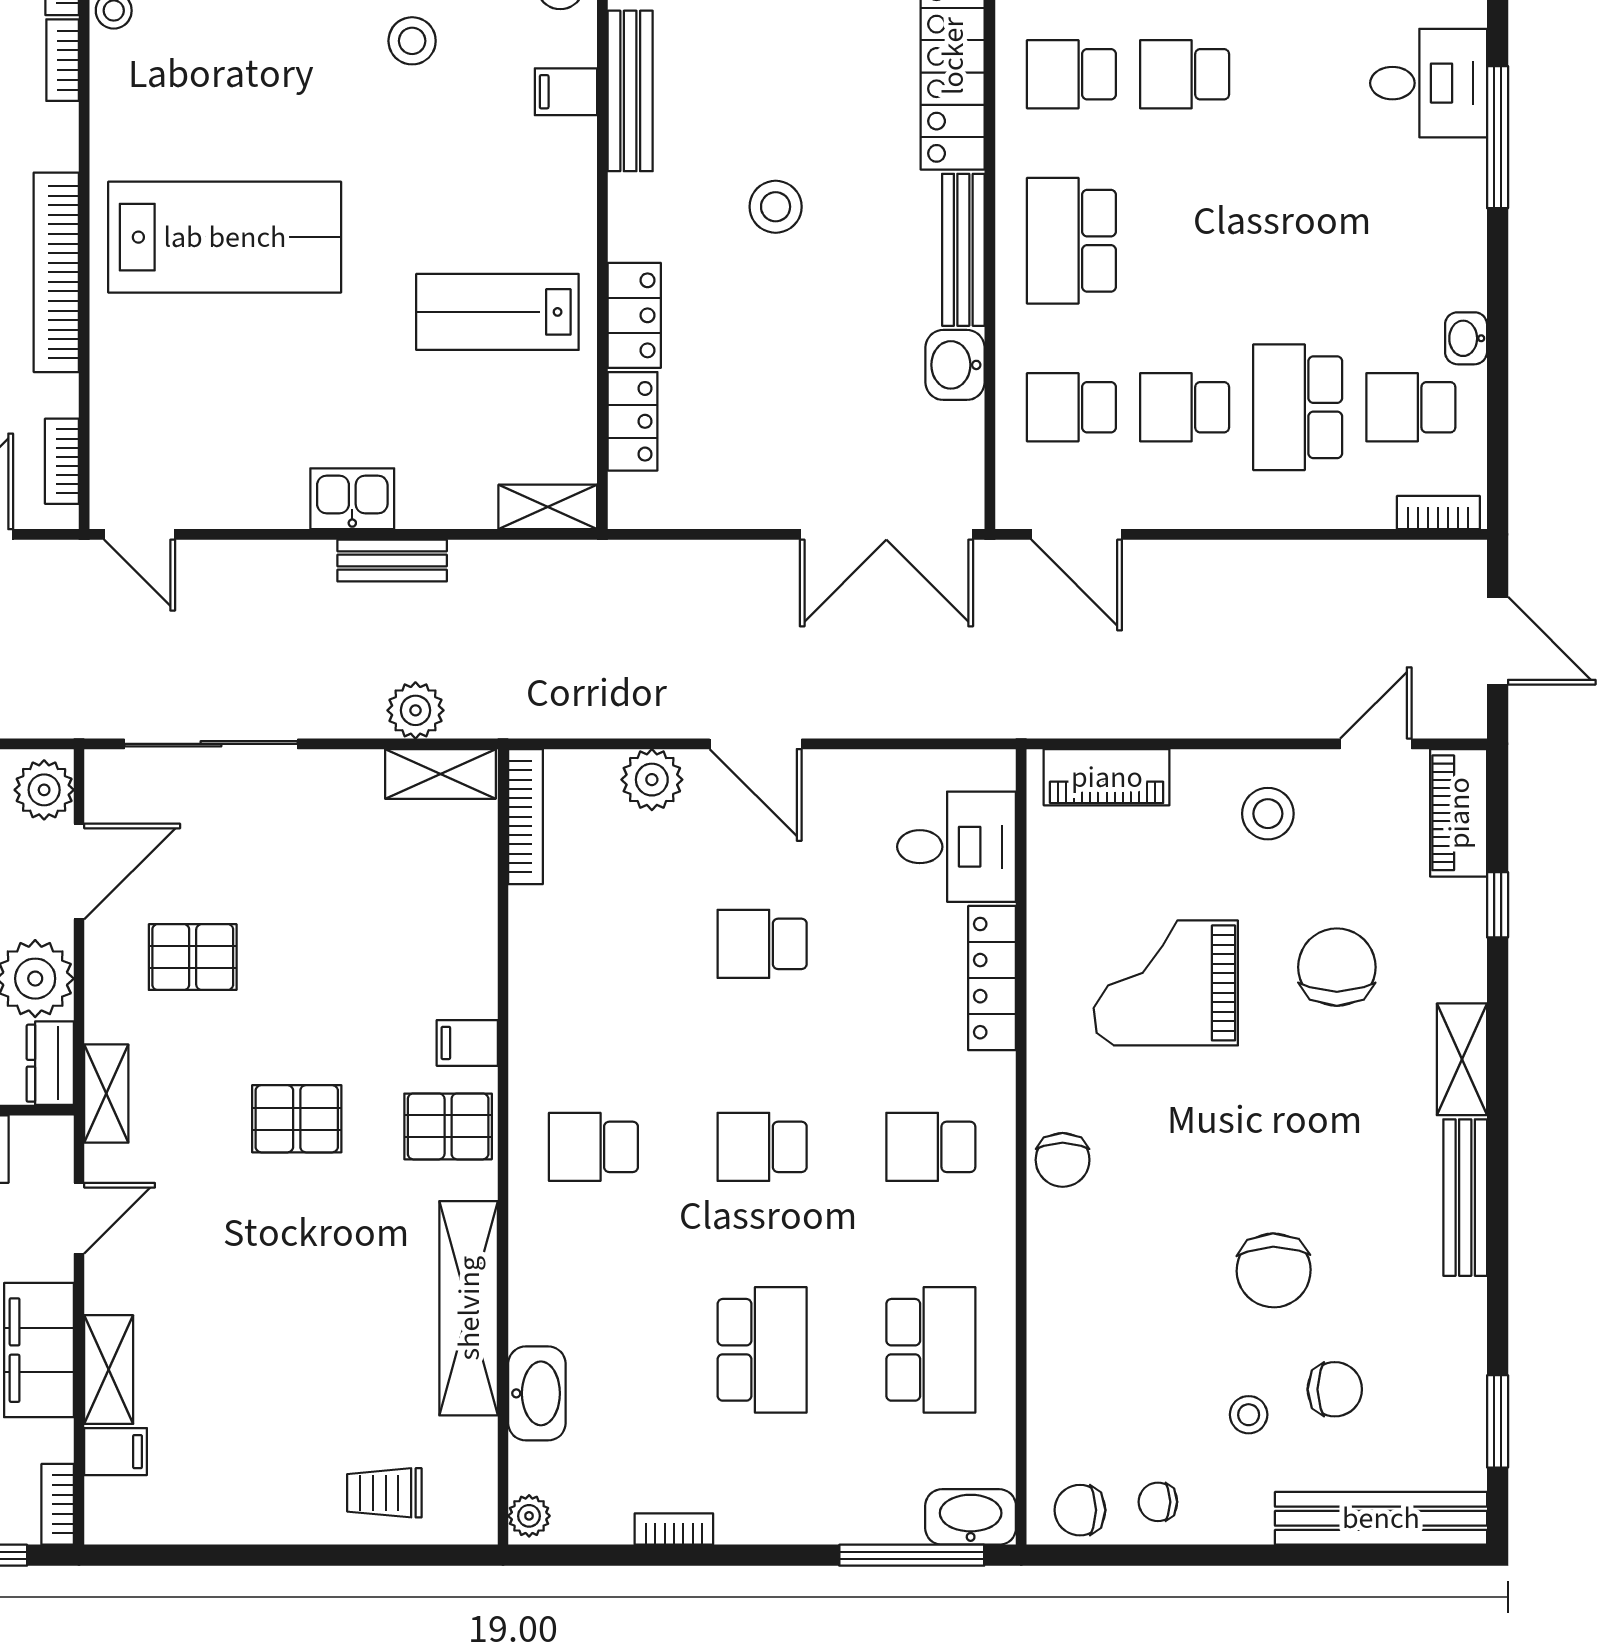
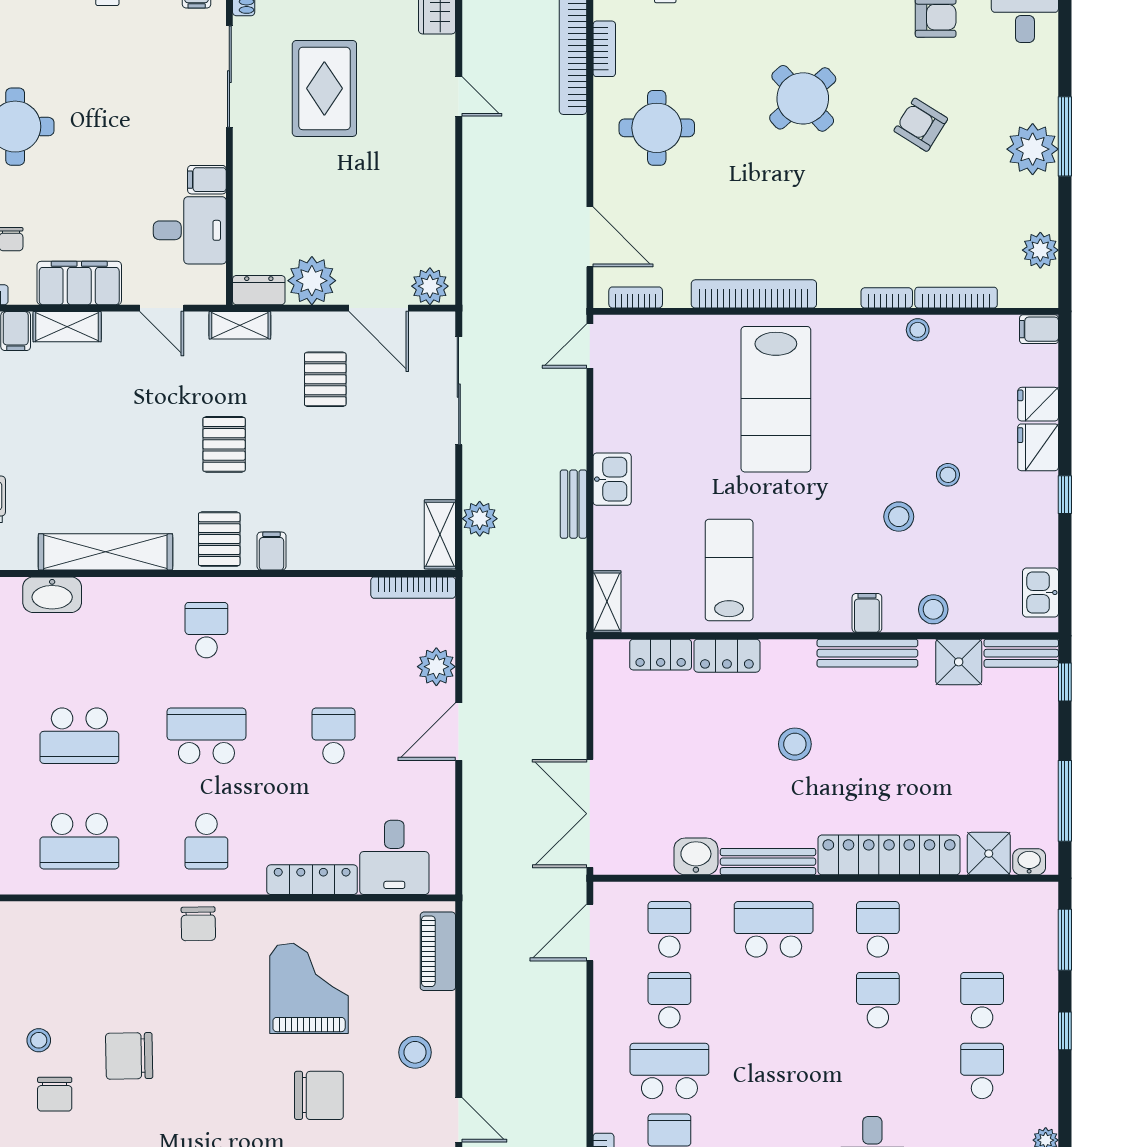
school desk: (762, 1147) -> (206, 736), width x1.85
school desk: (931, 1147) -> (206, 841), turned 180
chair: (1063, 1160) -> (198, 924), turned -91

